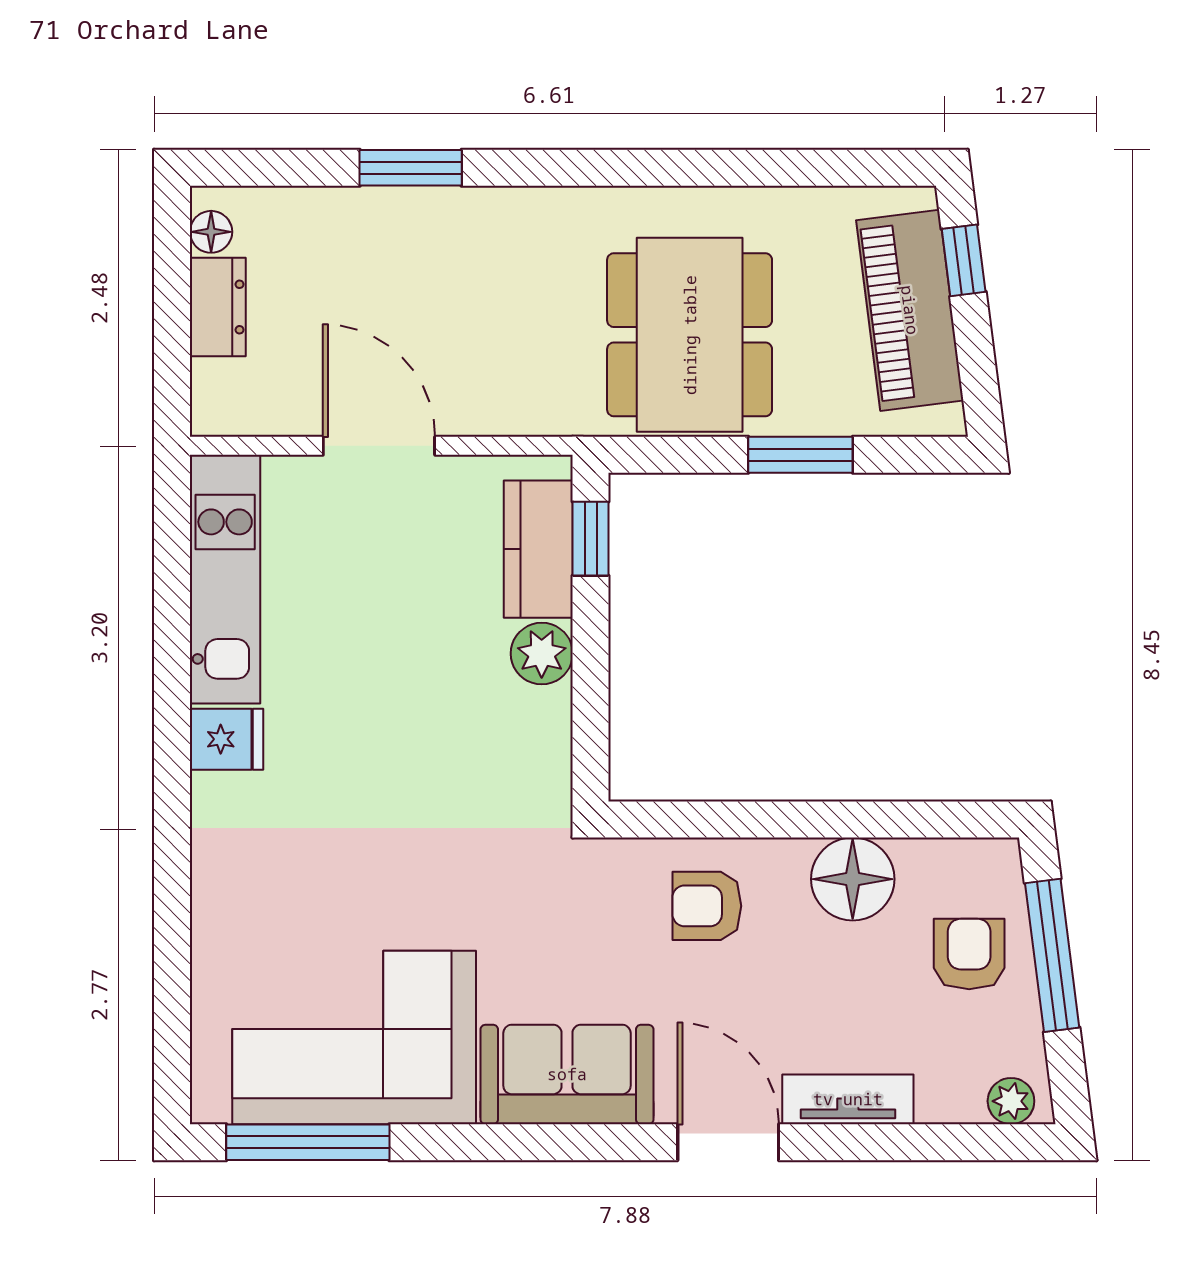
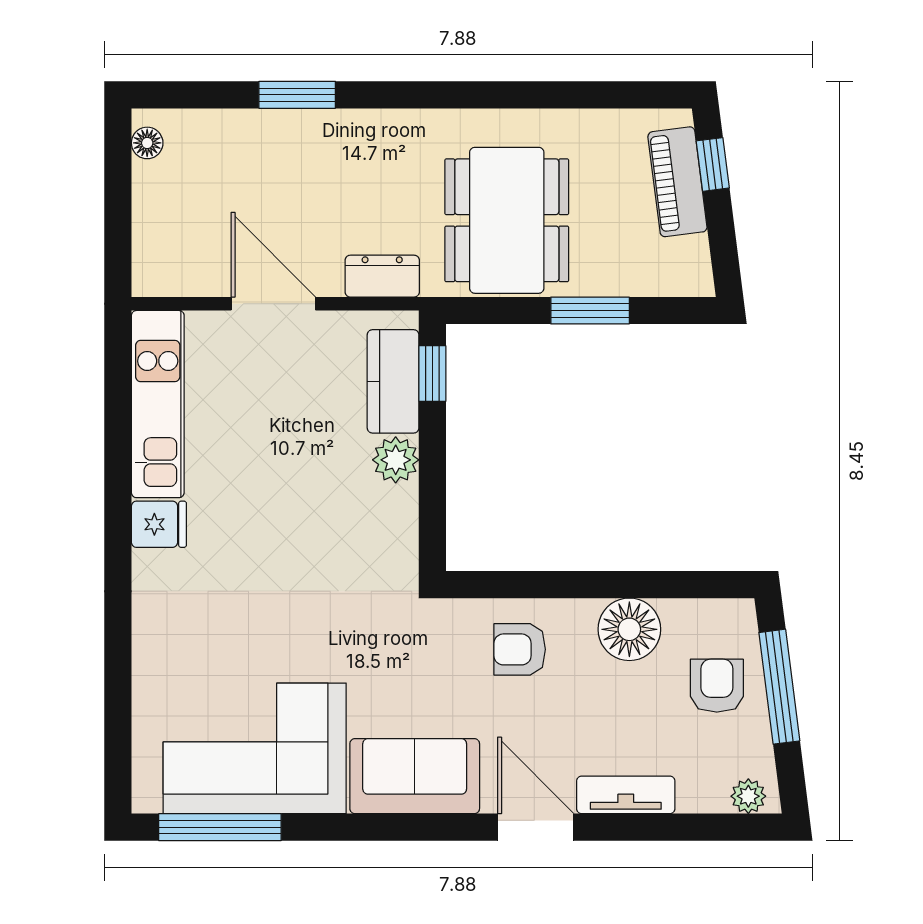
dresser: (218, 307) -> (382, 276), moved, turned -90
piano: (910, 310) -> (677, 182), width x0.73, depth x0.75

